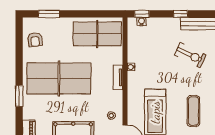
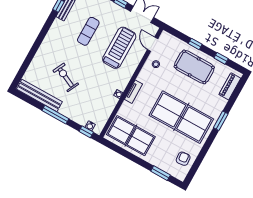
window: (181, 14) -> (55, 115), width x2.17

